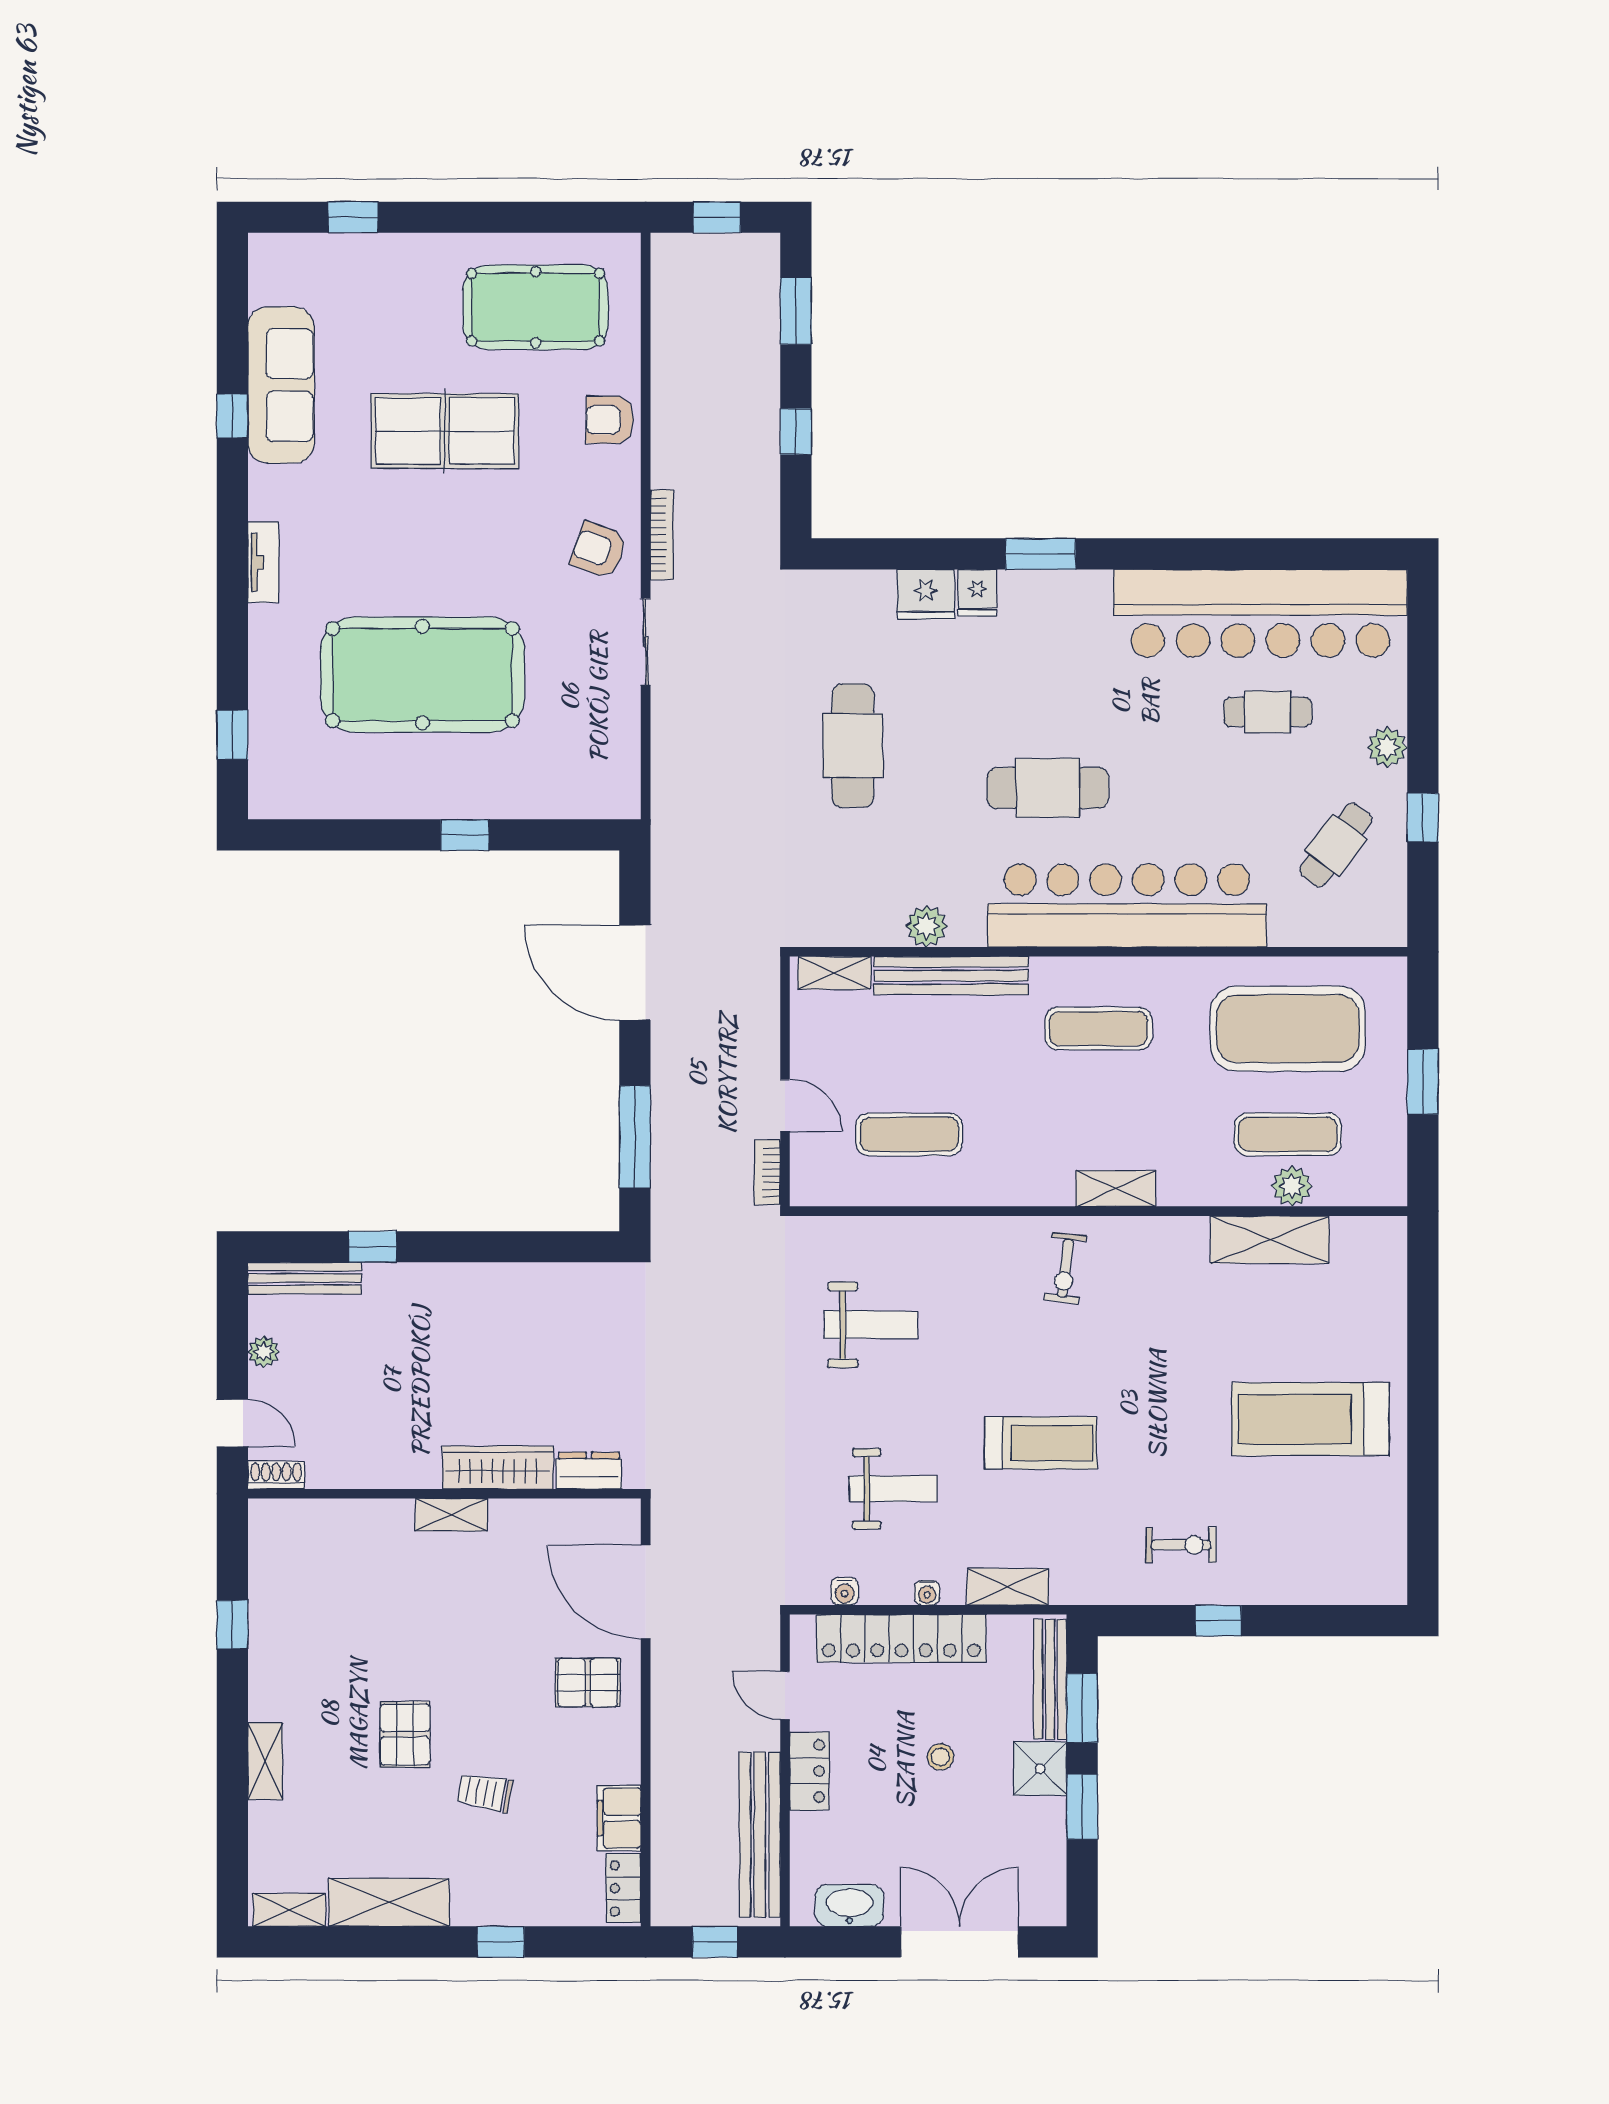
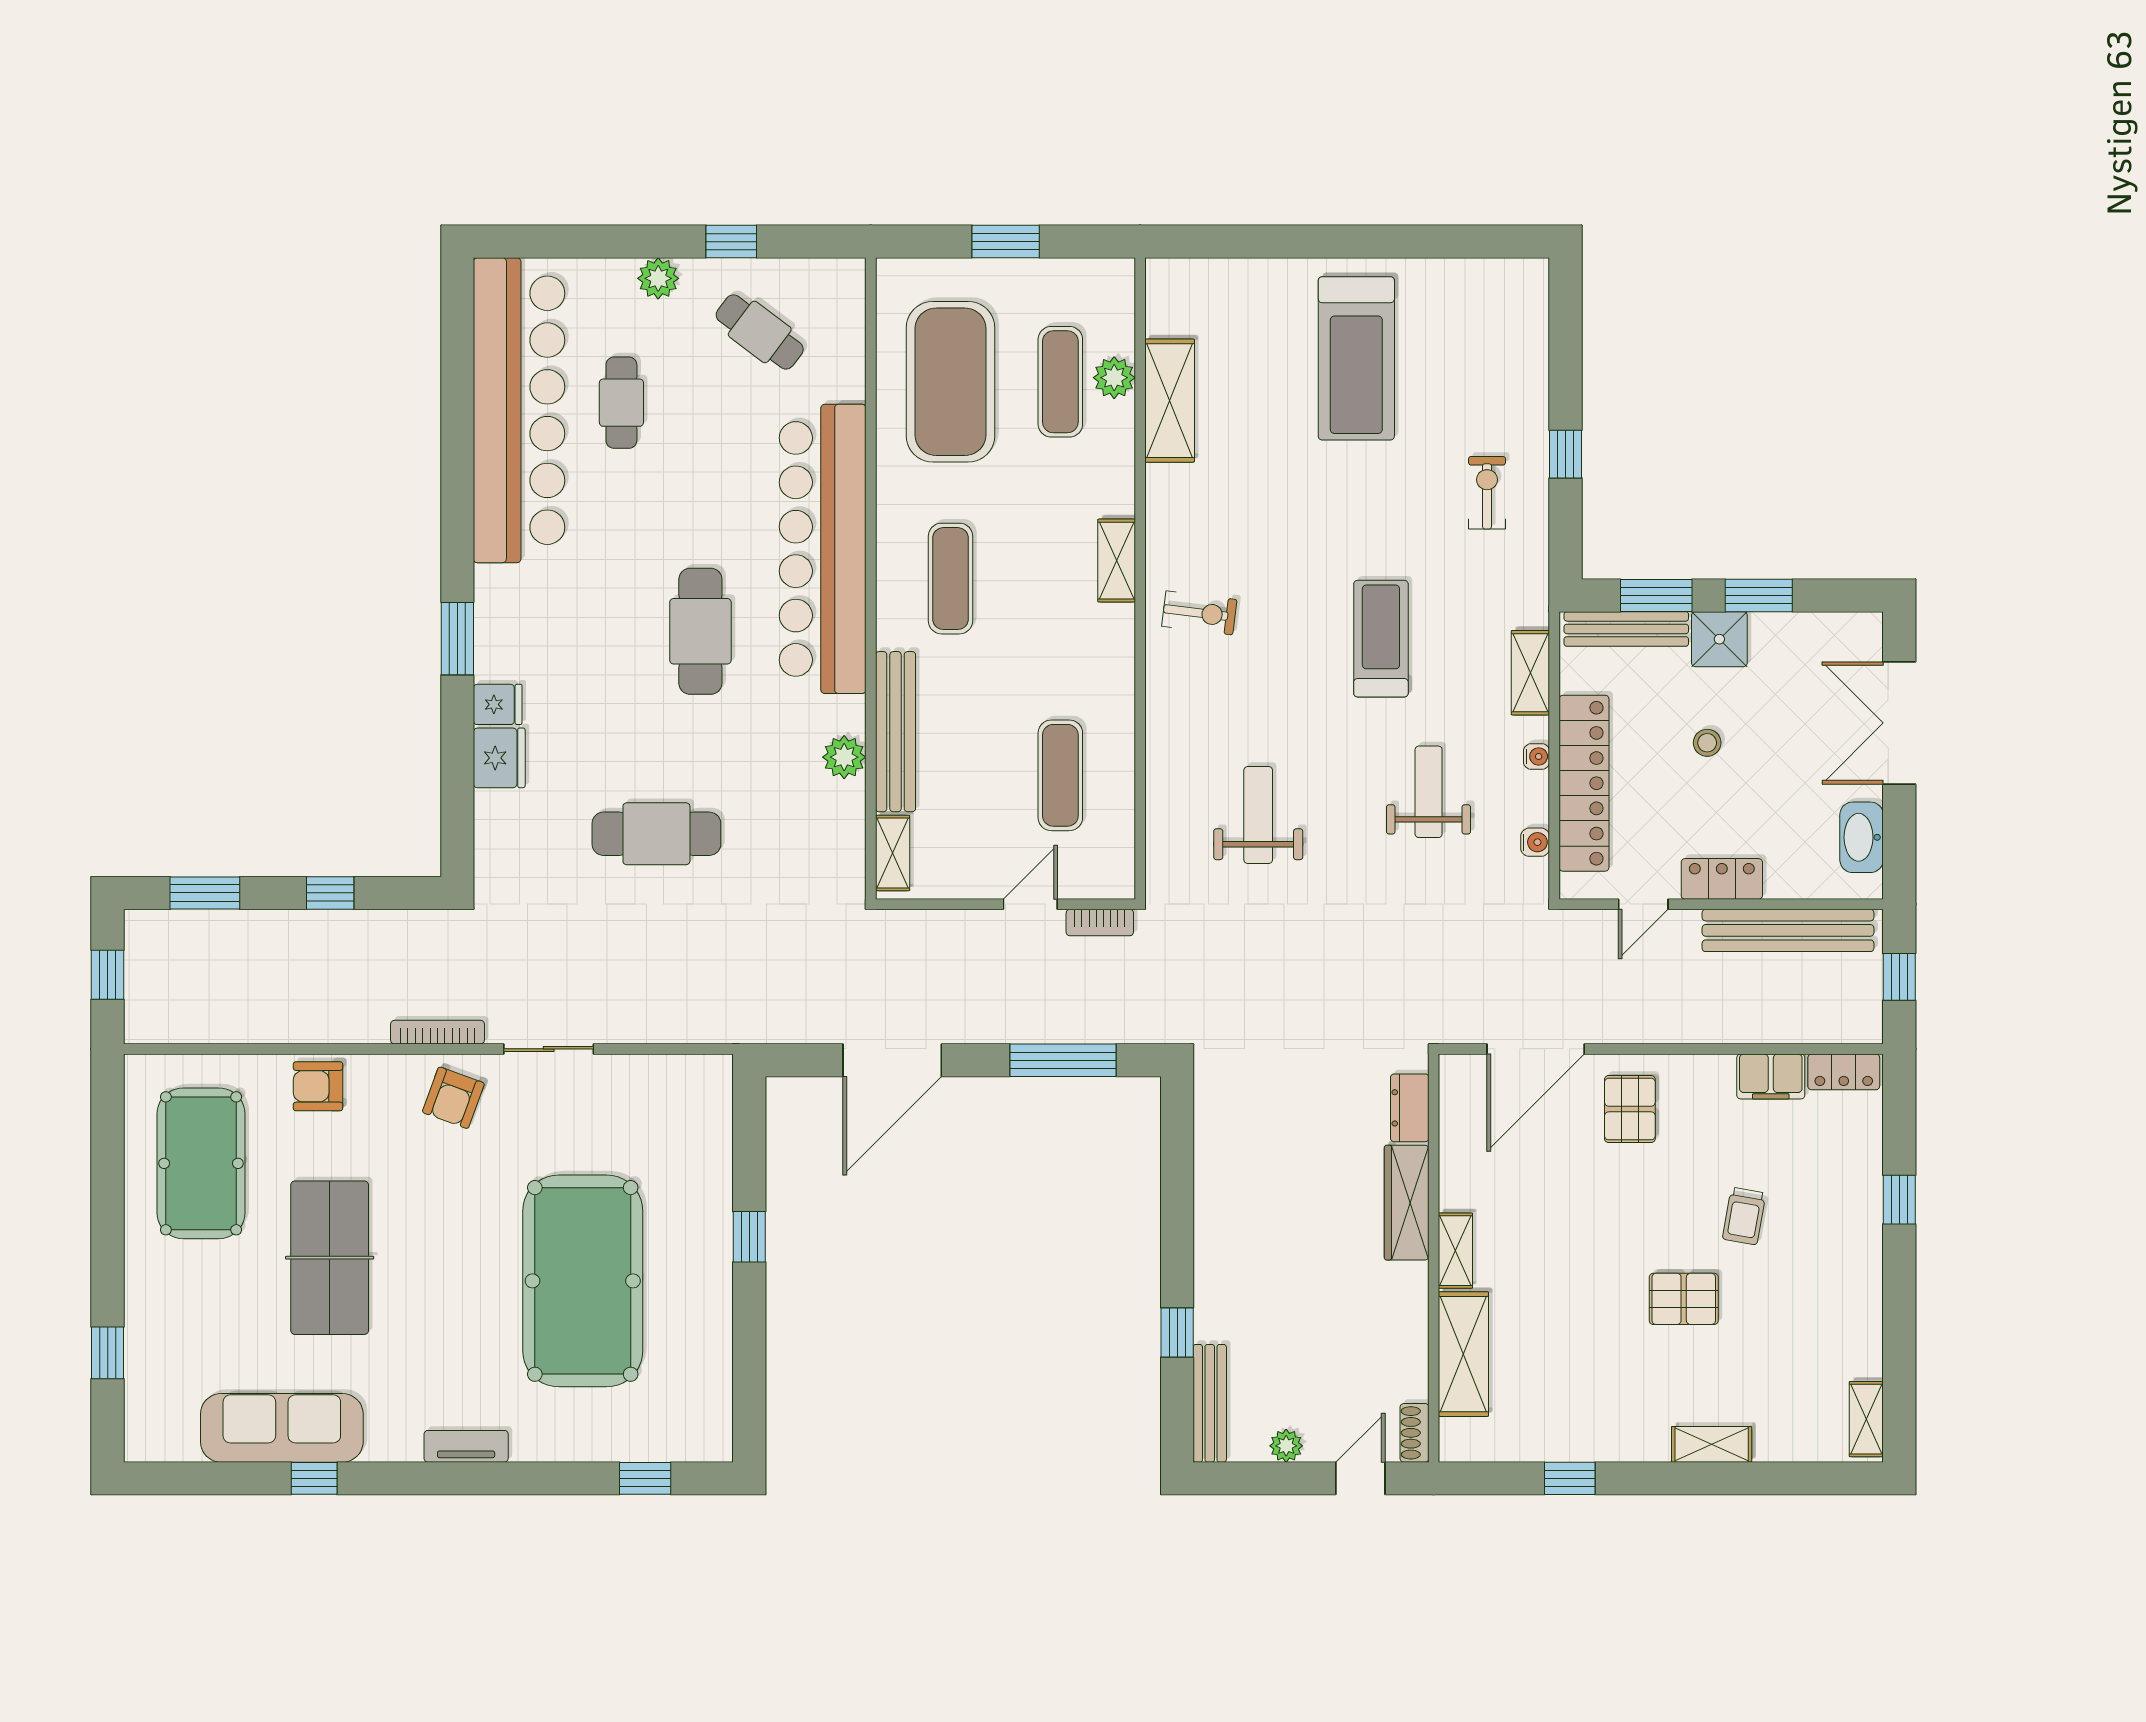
armchair: (610, 420) -> (318, 1086), turned 90
shelving: (389, 1902) -> (1463, 1354), moved

